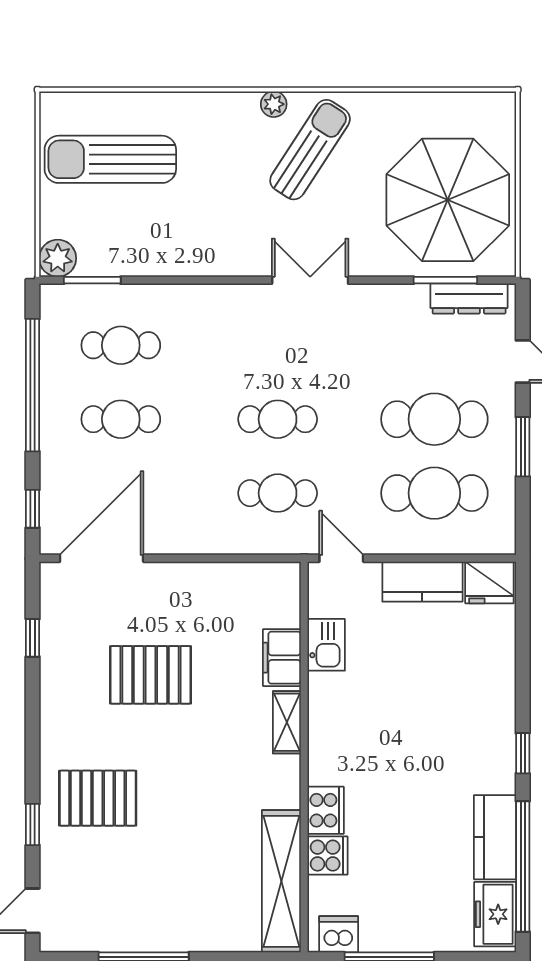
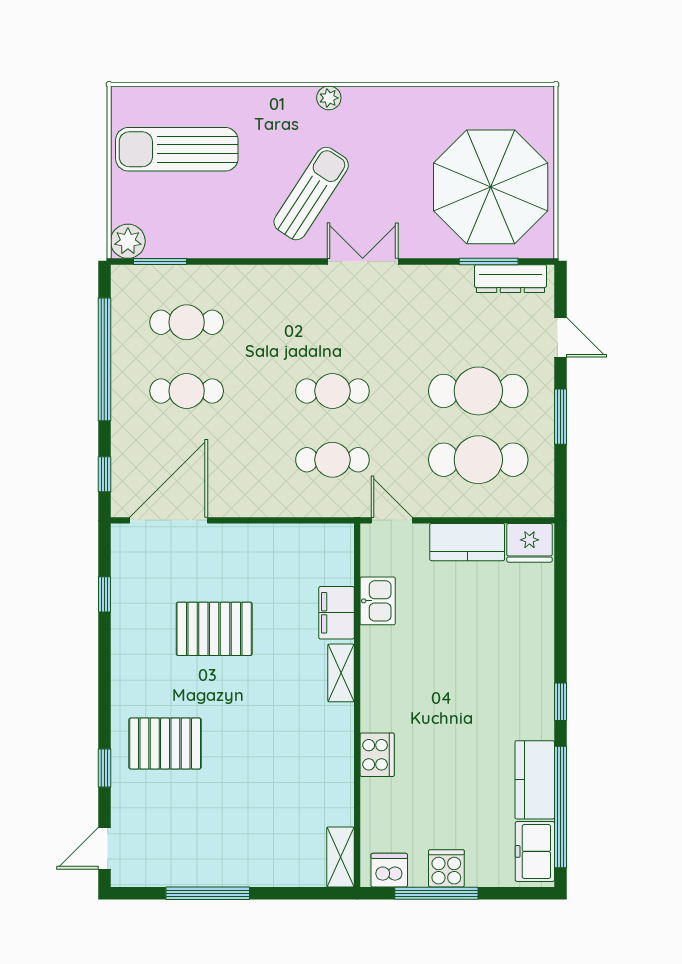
sun lounger: (310, 150) -> (311, 194), moved
cooker: (328, 856) -> (446, 868), moved, turned -90
shelving: (281, 881) -> (340, 857), width x0.45, depth x0.75

